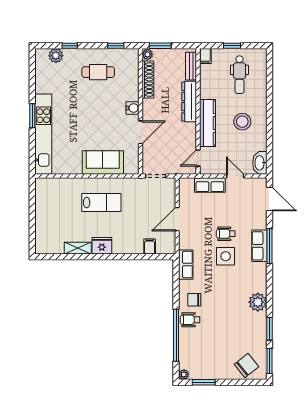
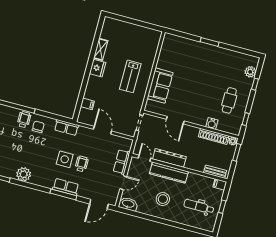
dresser: (189, 102) -> (169, 158), moved
water cooler: (132, 108) -> (212, 123), moved
kitchen unit: (43, 134) -> (194, 46), removed

